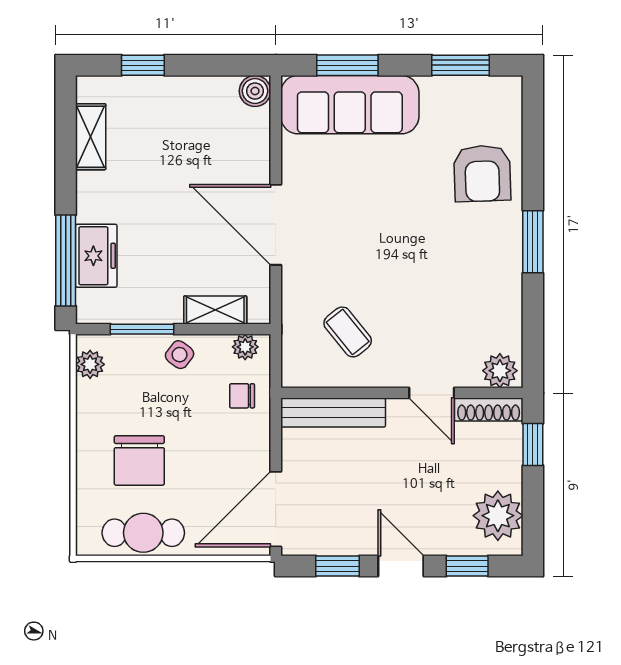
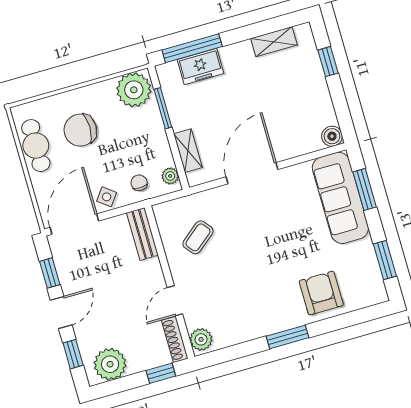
armchair: (482, 173) -> (321, 293), turned 92
side table: (180, 355) -> (107, 197), moved
plant: (90, 364) -> (134, 90), width x1.88, depth x1.88
bench: (333, 413) -> (142, 234), width x0.73
door: (276, 509) -> (74, 224), hinge flipped

